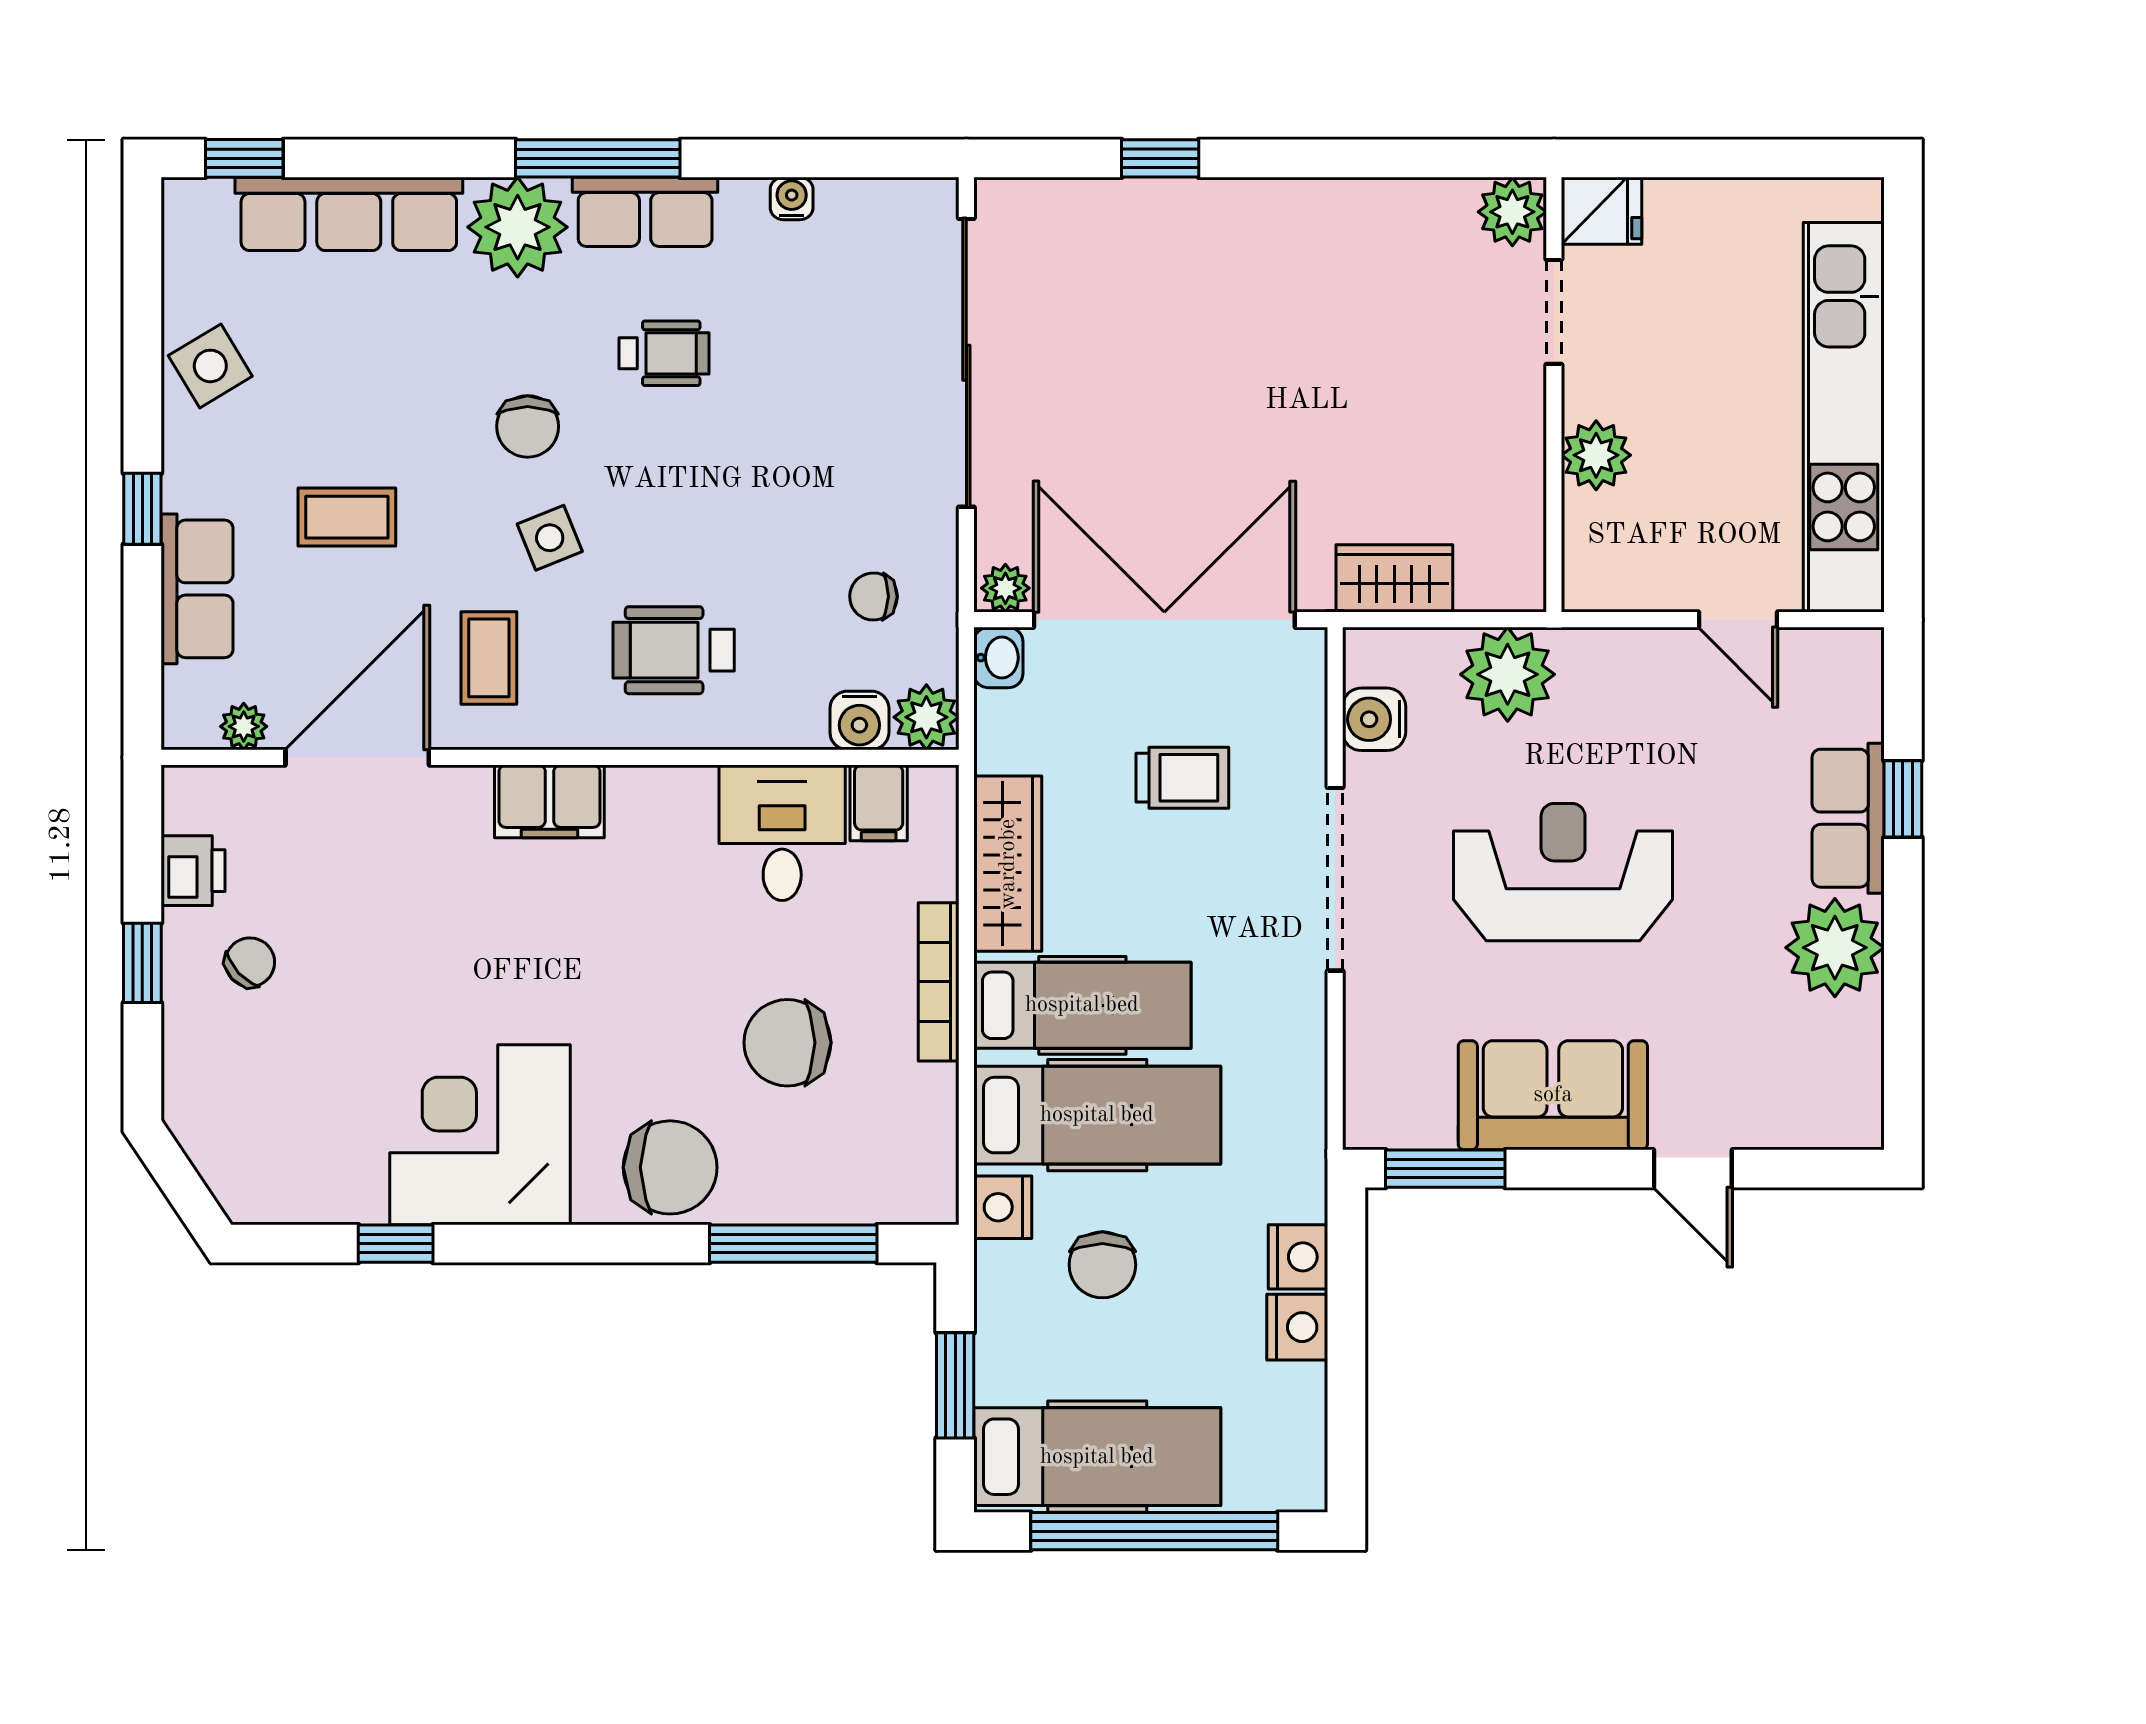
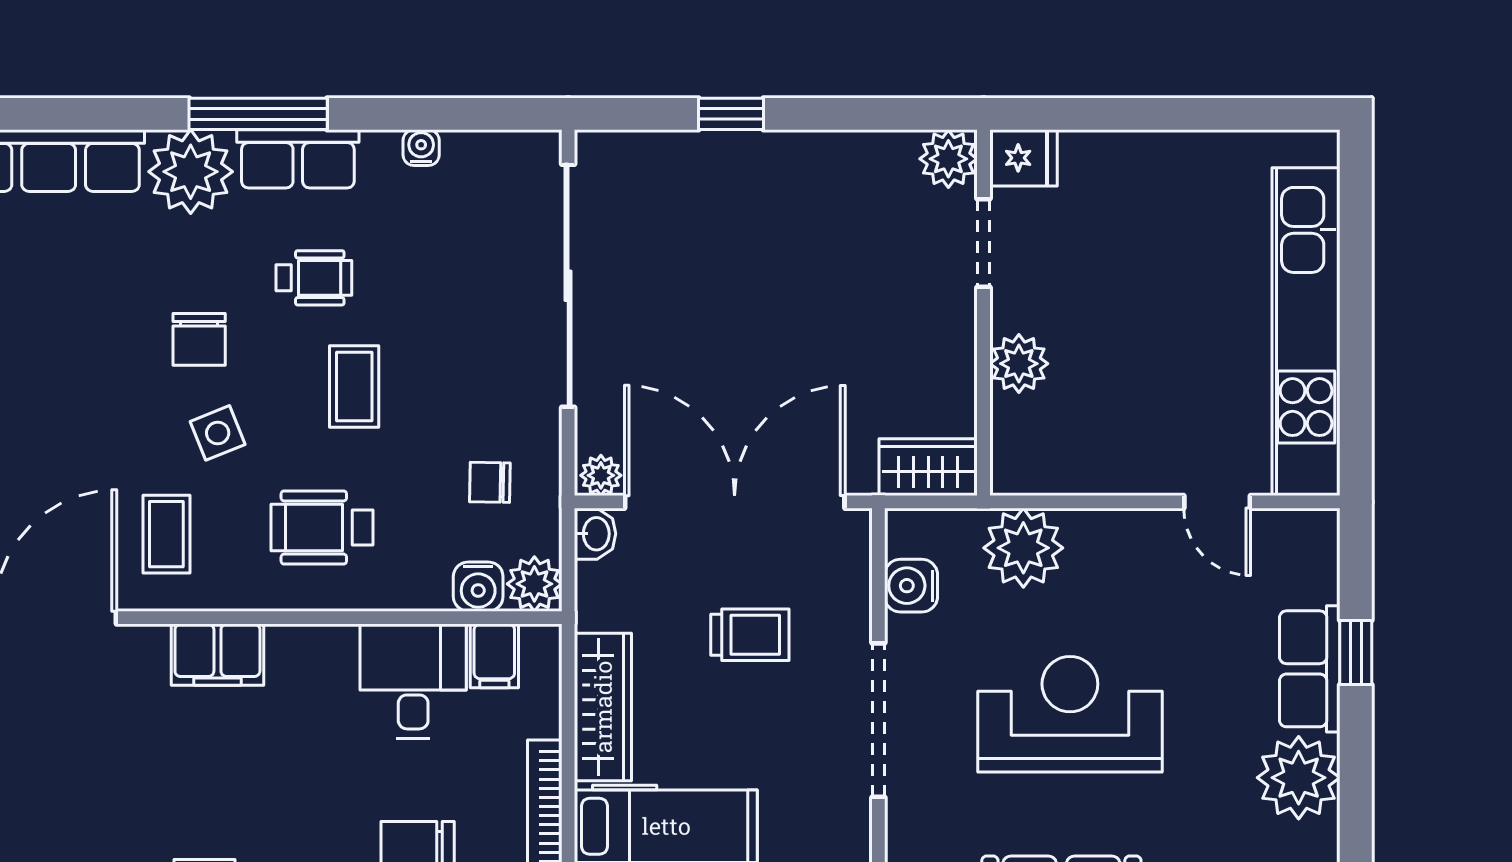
fridge: (1602, 211) -> (1023, 158), moved
plant: (1512, 212) -> (948, 159), moved
doorway: (1554, 312) -> (983, 243), moved
wall: (1554, 395) -> (983, 313), moved
plant: (1596, 455) -> (1019, 364), moved
coffee table: (347, 517) -> (354, 386), moved, turned 90

